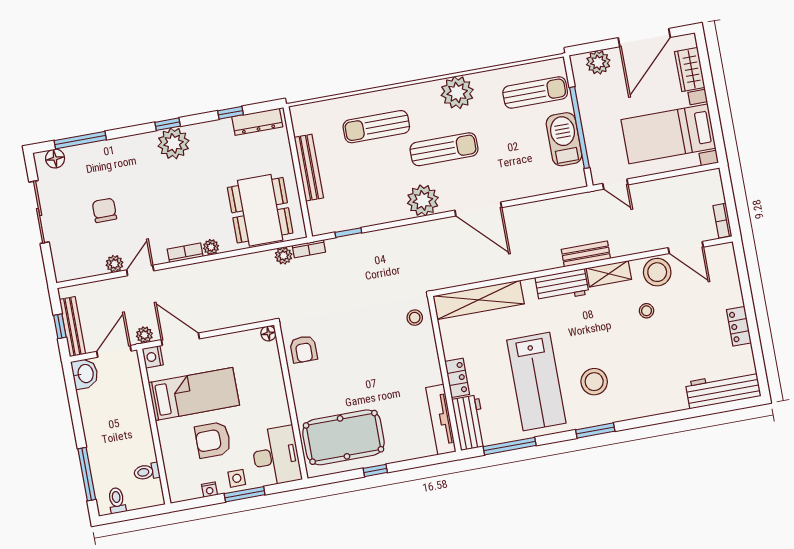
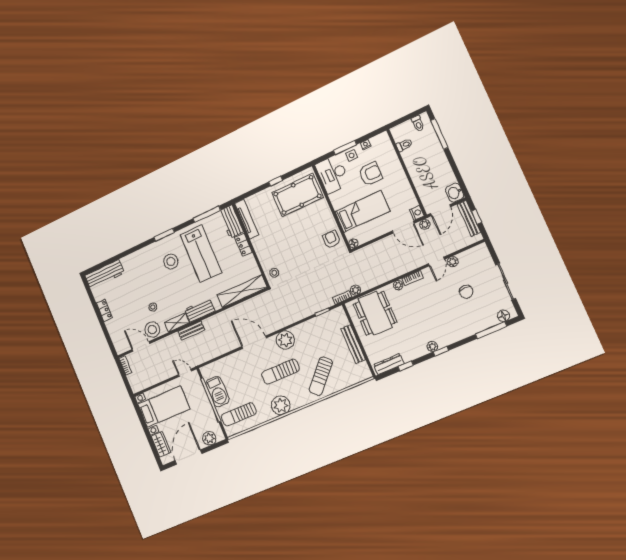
sun lounger: (376, 127) -> (321, 376), turned 133
plant: (174, 143) -> (432, 346), width x0.53, depth x0.53
lab bench: (536, 382) -> (201, 254), turned 180
bed: (194, 394) -> (362, 211), moved, turned 180

